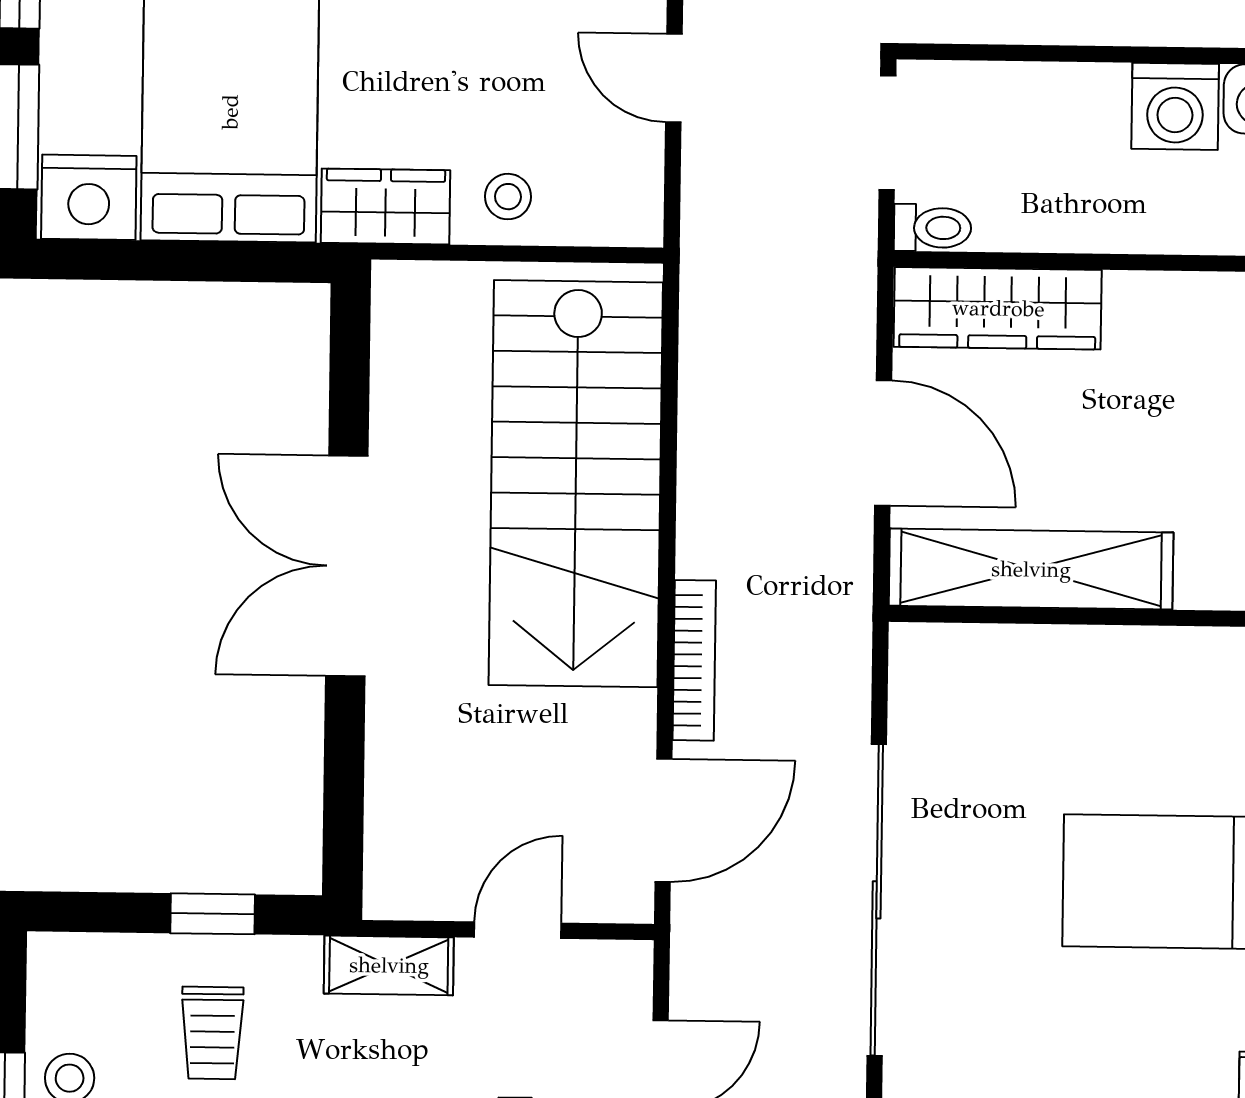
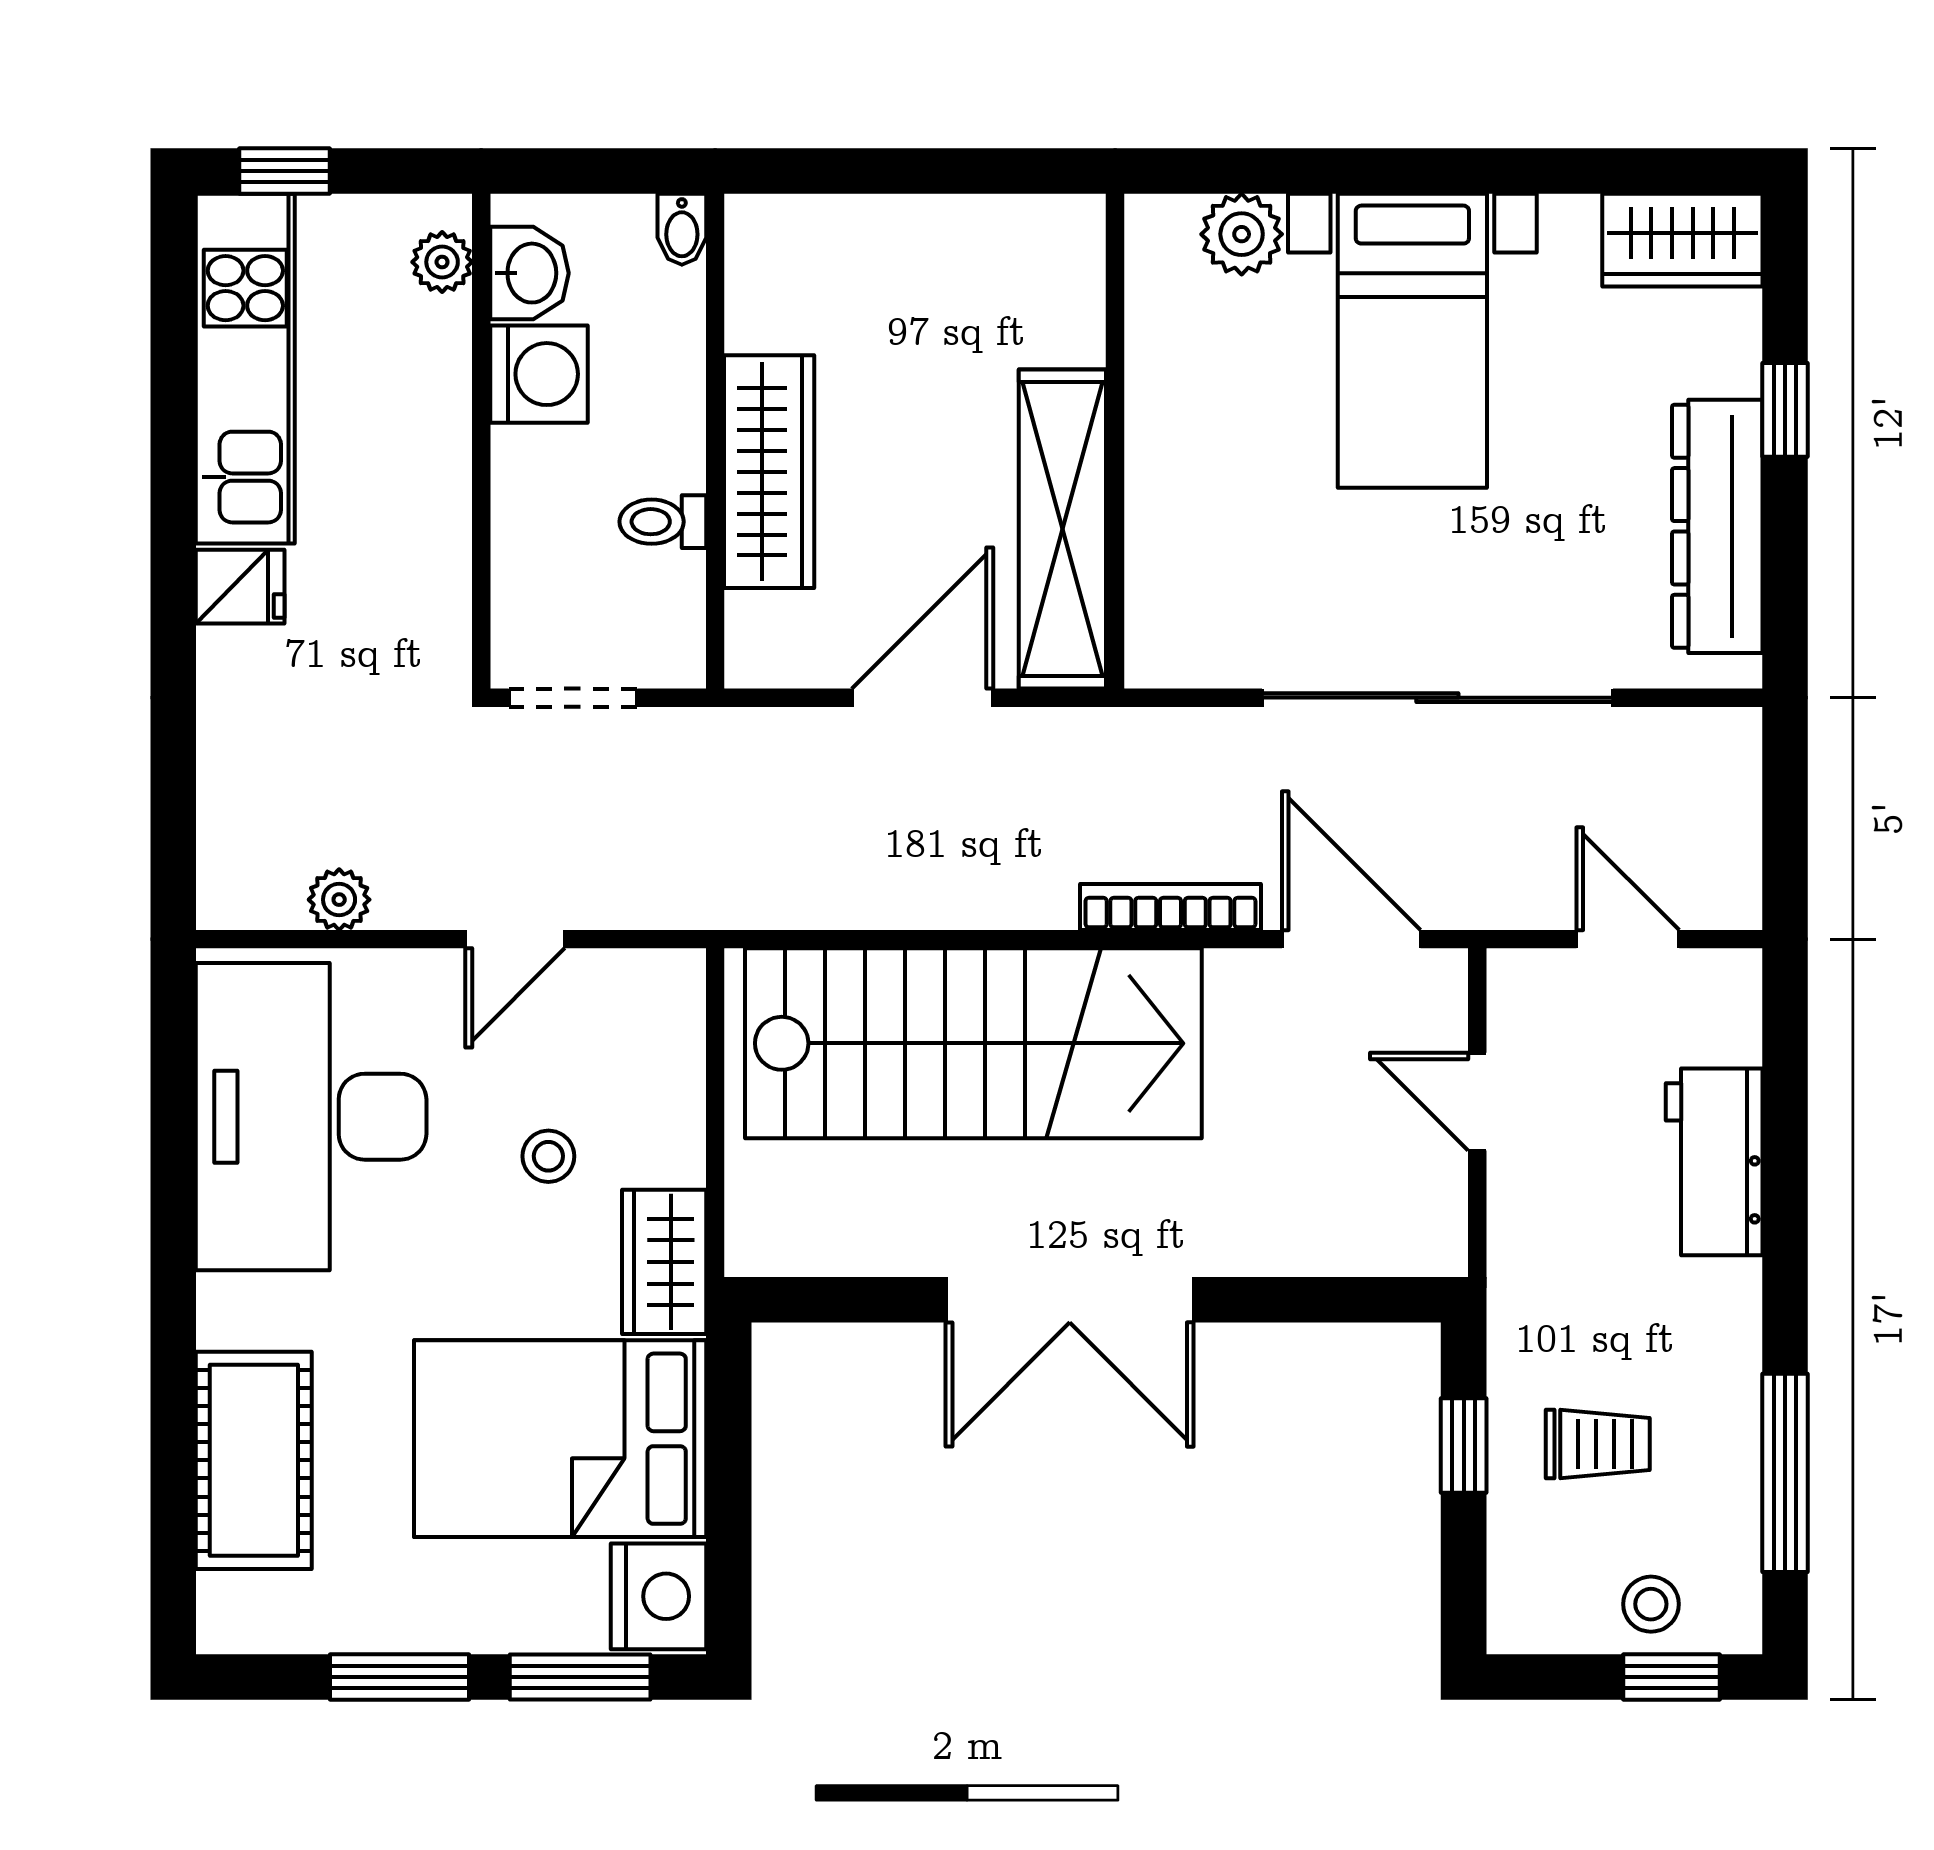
stool: (508, 197) -> (548, 1156), moved
toilet: (933, 228) -> (663, 522), moved, turned -90
wardrobe: (998, 308) -> (769, 472), moved
shelving: (389, 965) -> (1519, 1246), removed

